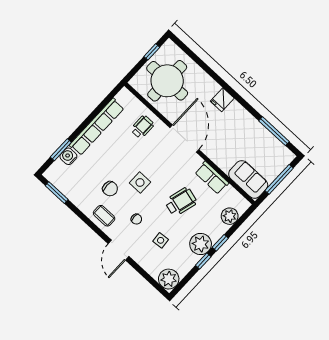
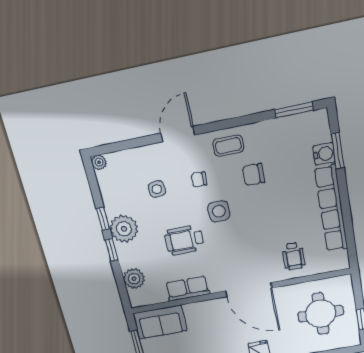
round table: (167, 81) -> (321, 314), width x0.73, depth x0.73
side table: (140, 182) -> (219, 211), moved
wheelchair: (181, 202) -> (184, 240), turned 75
door: (118, 250) -> (178, 134), hinge flipped
plant: (169, 279) -> (99, 162), width x0.53, depth x0.53

